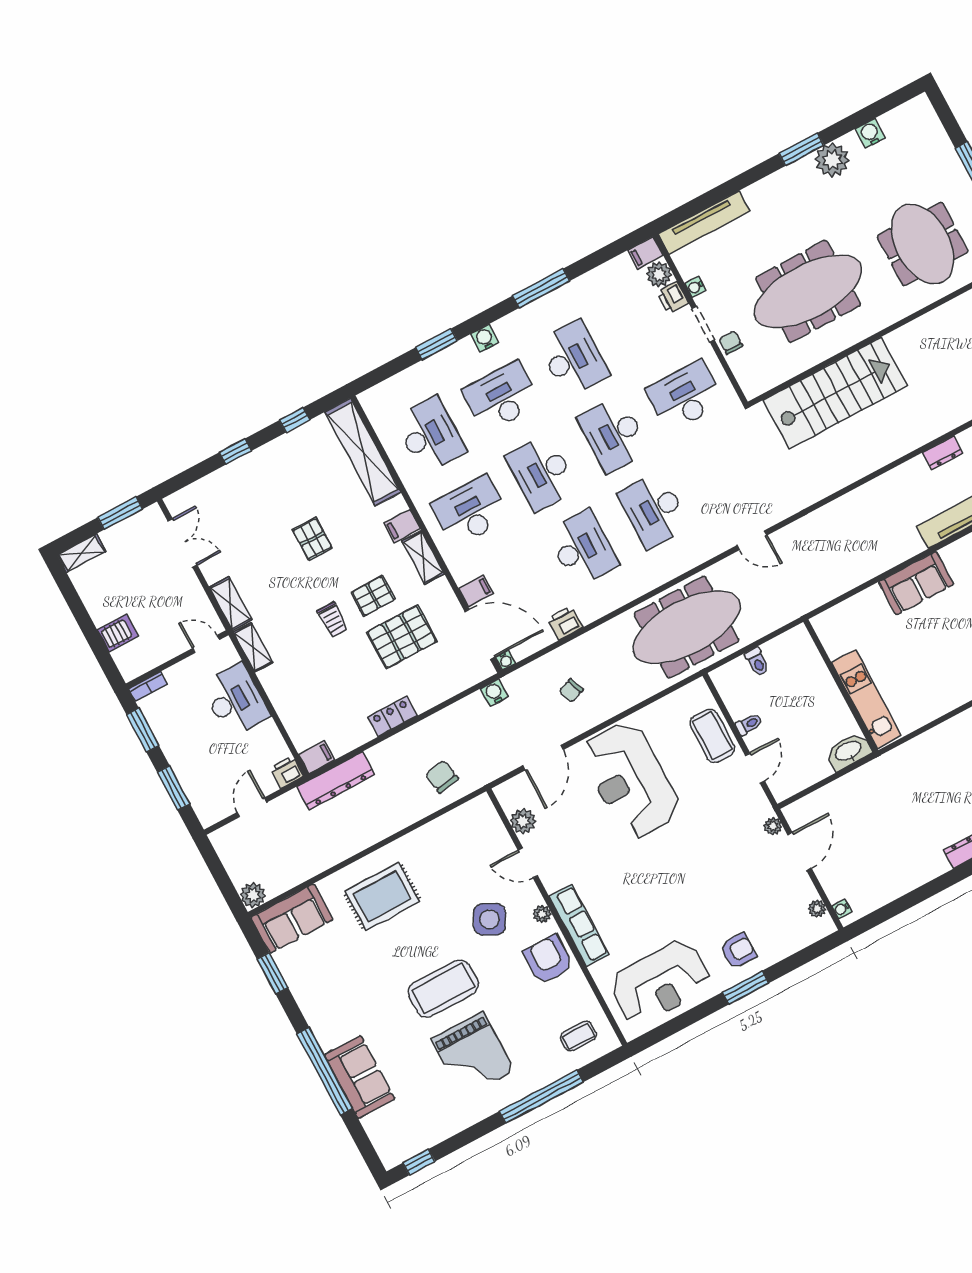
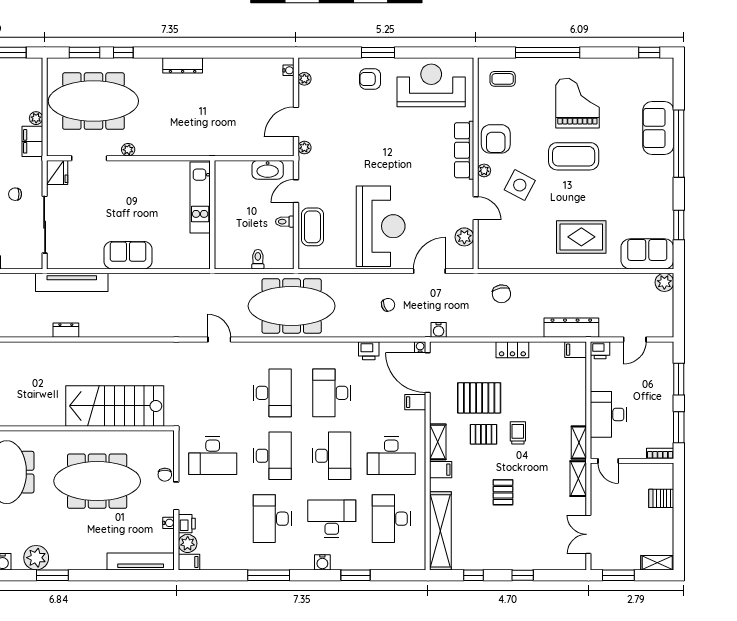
desk: (501, 397) -> (332, 519), turned 180
washbasin: (848, 751) -> (268, 170), moved

